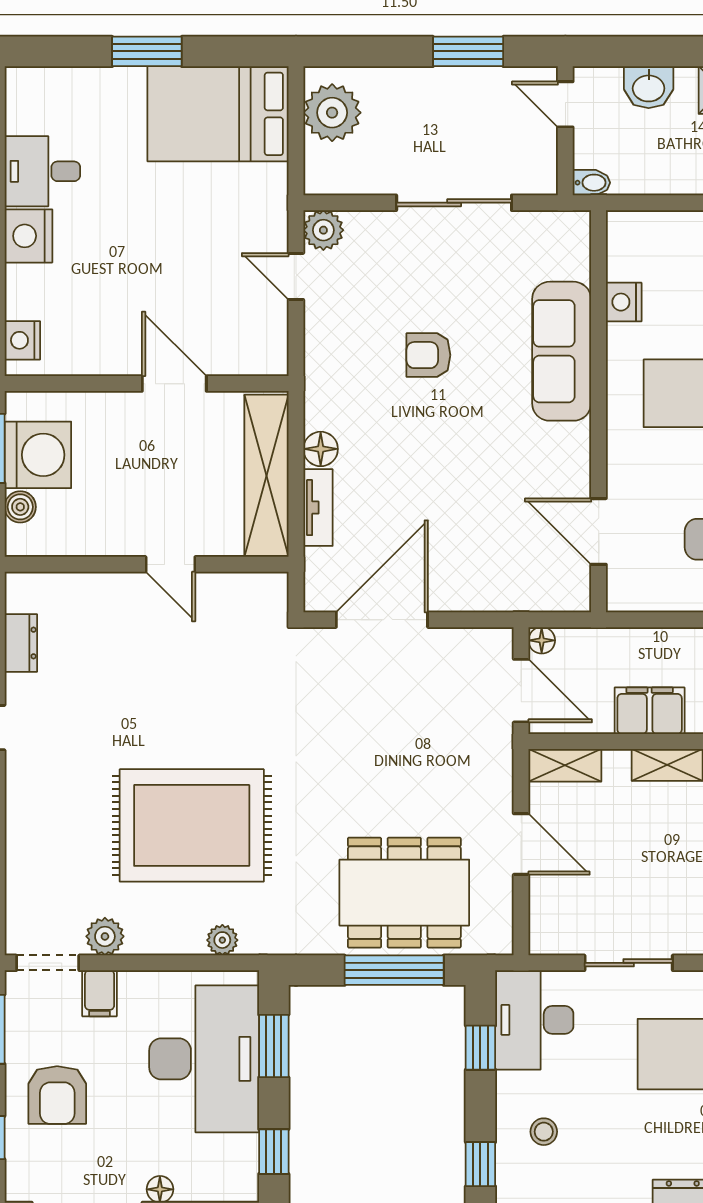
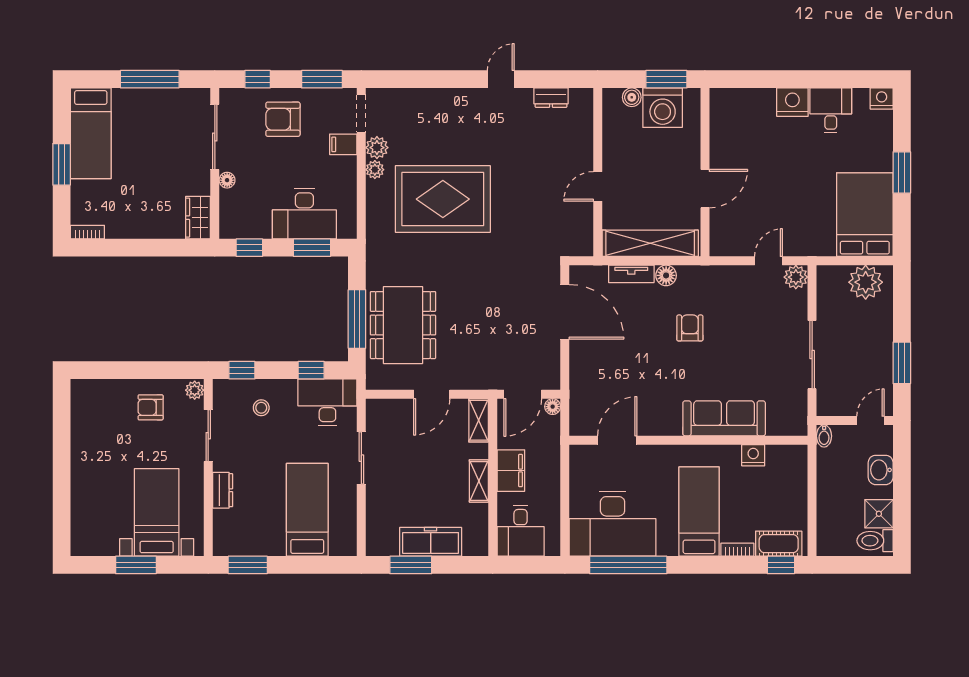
nightstand: (22, 340) -> (882, 99), moved
armchair: (428, 355) -> (690, 328), moved
rug: (192, 825) -> (443, 199), turned 90
plant: (222, 940) -> (375, 170), moved
desk: (204, 1059) -> (304, 214), width x0.73, depth x0.77

